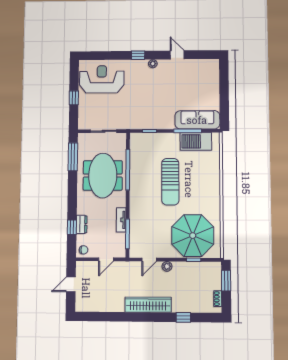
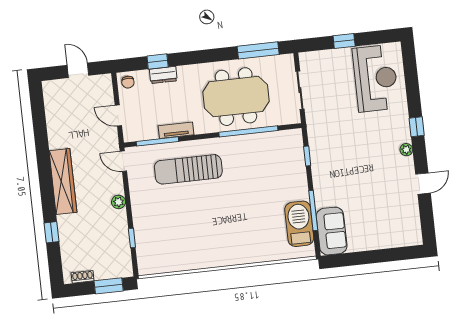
sofa: (197, 120) -> (332, 231), width x0.73
sun lounger: (170, 182) -> (188, 169), moved
parasol: (193, 236) -> (165, 233), removed
door: (149, 260) -> (123, 161), moved

